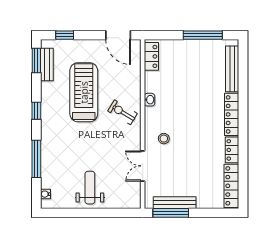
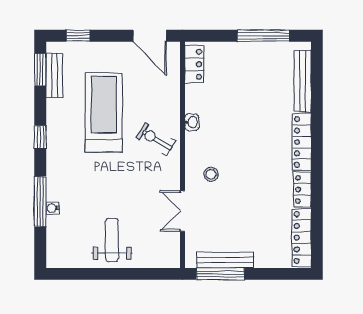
water cooler: (45, 194) -> (52, 208), moved

